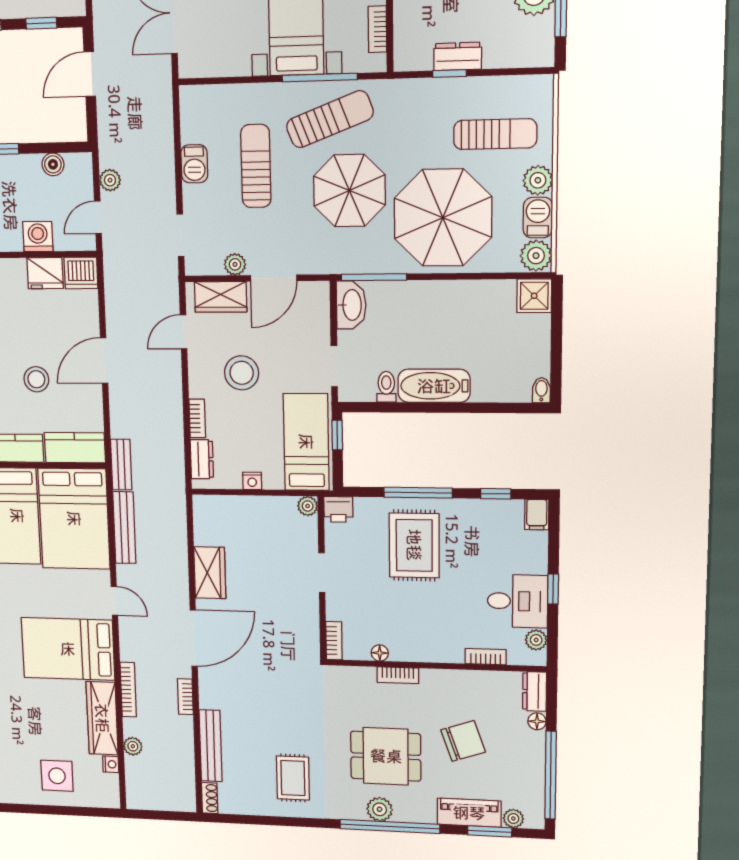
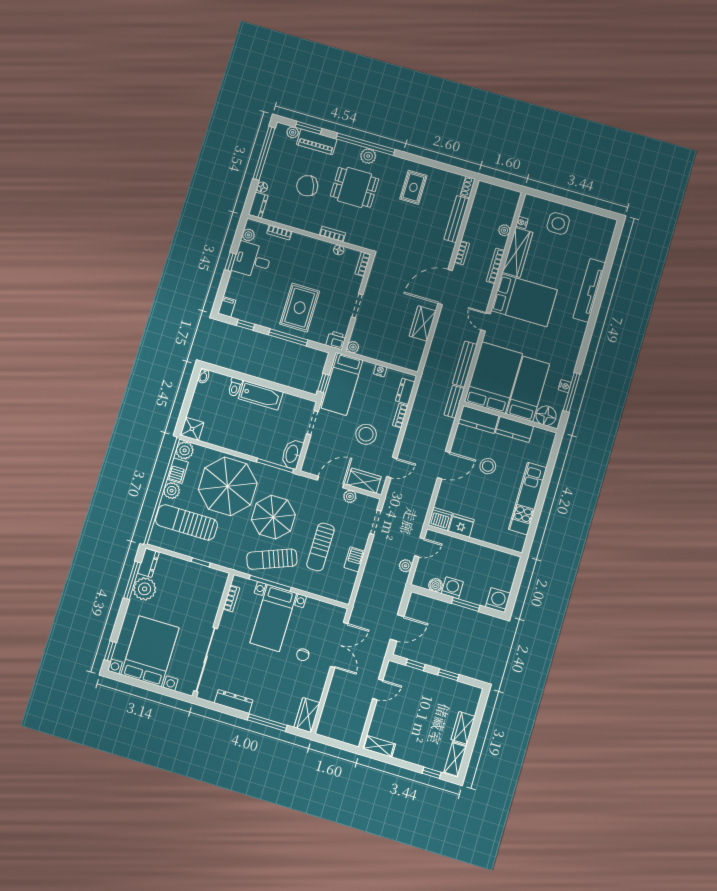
dresser: (458, 56) -> (148, 563), moved, turned -90
sun lounger: (495, 134) -> (186, 522), width x1.36, depth x1.34
washing machine: (38, 237) -> (452, 588), moved, turned 180
toilet: (386, 387) -> (235, 387), moved

